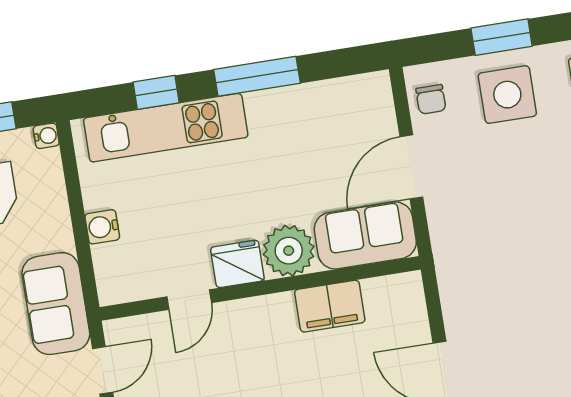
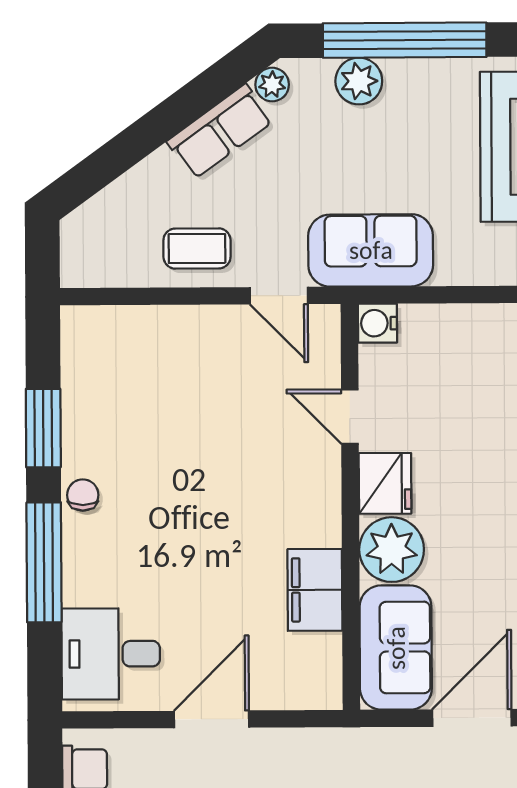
door: (411, 167) -> (472, 718), hinge flipped
water cooler: (102, 227) -> (377, 323), moved, turned -90

